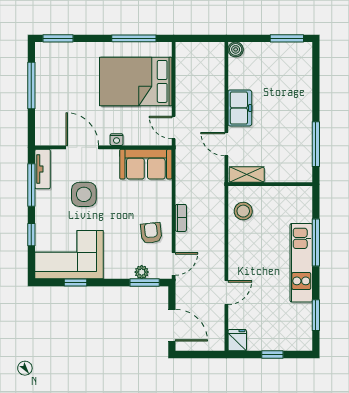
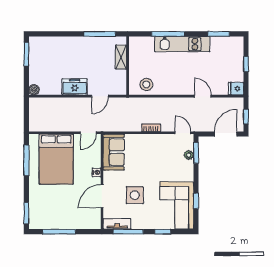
shelving: (247, 175) -> (121, 57), moved
armchair: (151, 233) -> (162, 148), removed
window: (197, 354) -> (246, 117), added

